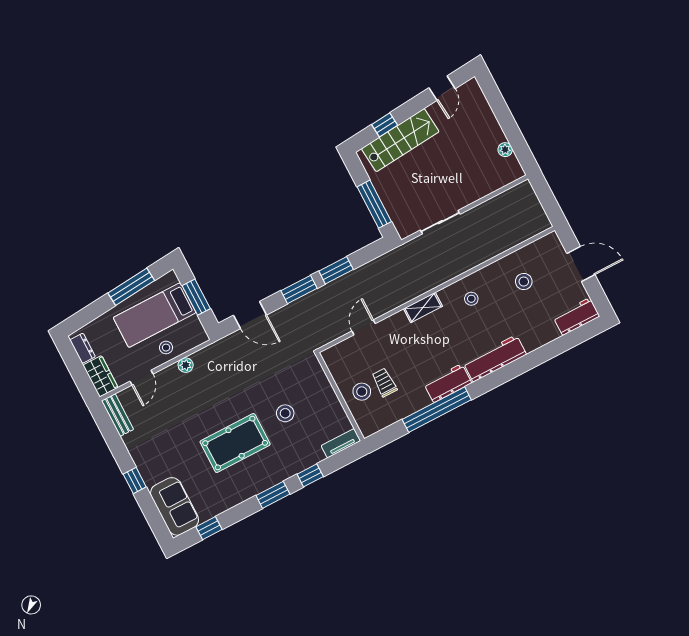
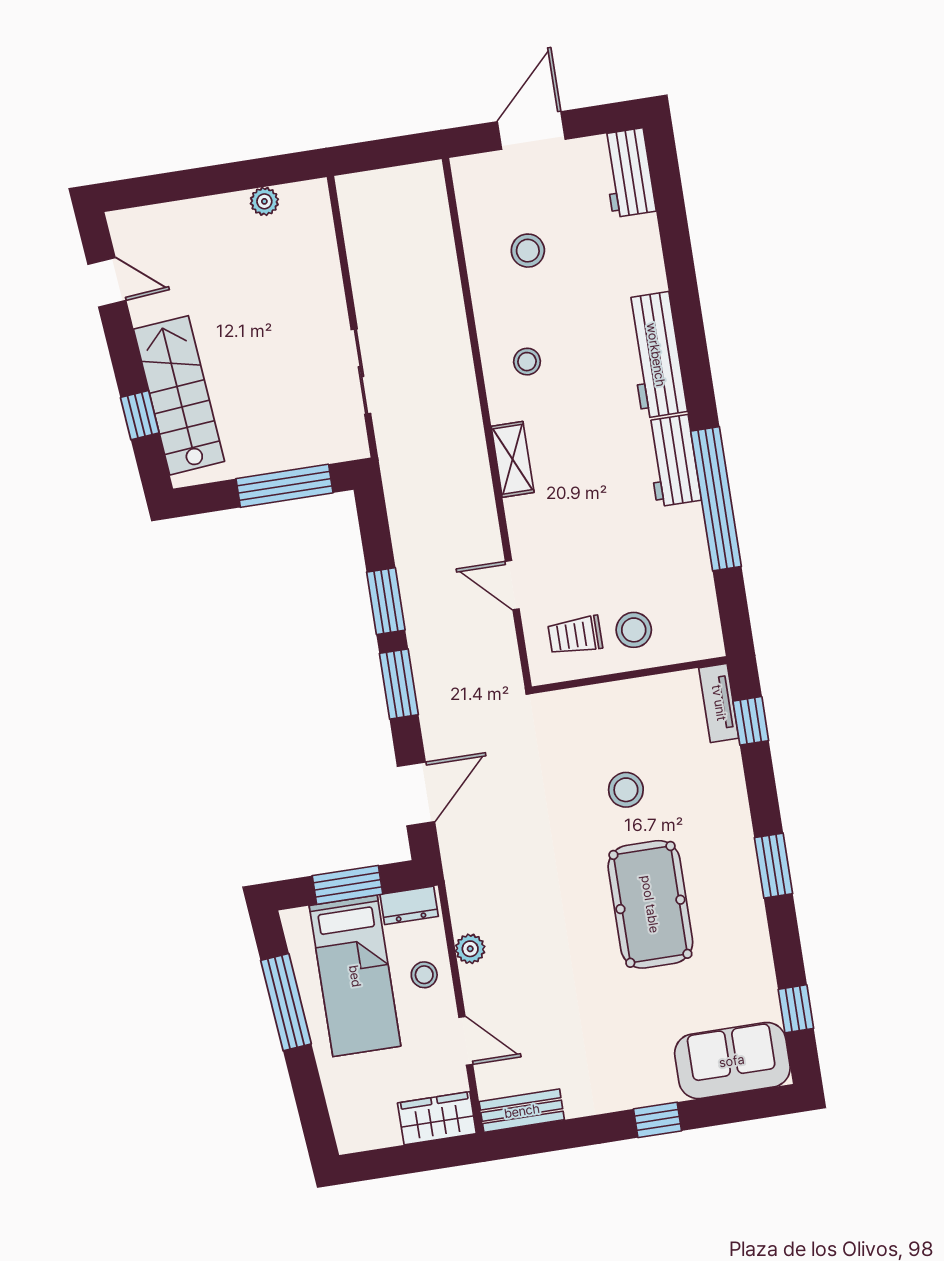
dresser: (83, 348) -> (409, 905), moved, turned 180
trolley: (384, 382) -> (575, 635), moved
window: (310, 475) -> (751, 721), moved

